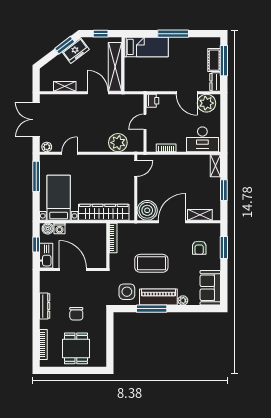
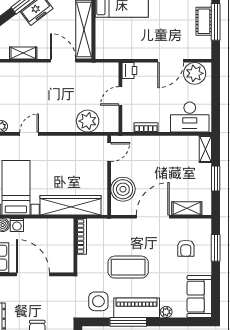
dresser: (215, 82) -> (205, 48), removed
door: (187, 93) -> (171, 61), hinge flipped
boiler: (147, 210) -> (123, 189), moved

